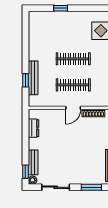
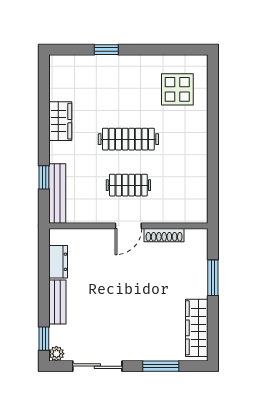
wardrobe: (35, 49) -> (60, 121), added
bench: (33, 78) -> (57, 194), moved
clothes rail: (73, 85) -> (128, 185), width x0.73
bench: (33, 162) -> (57, 302), moved

